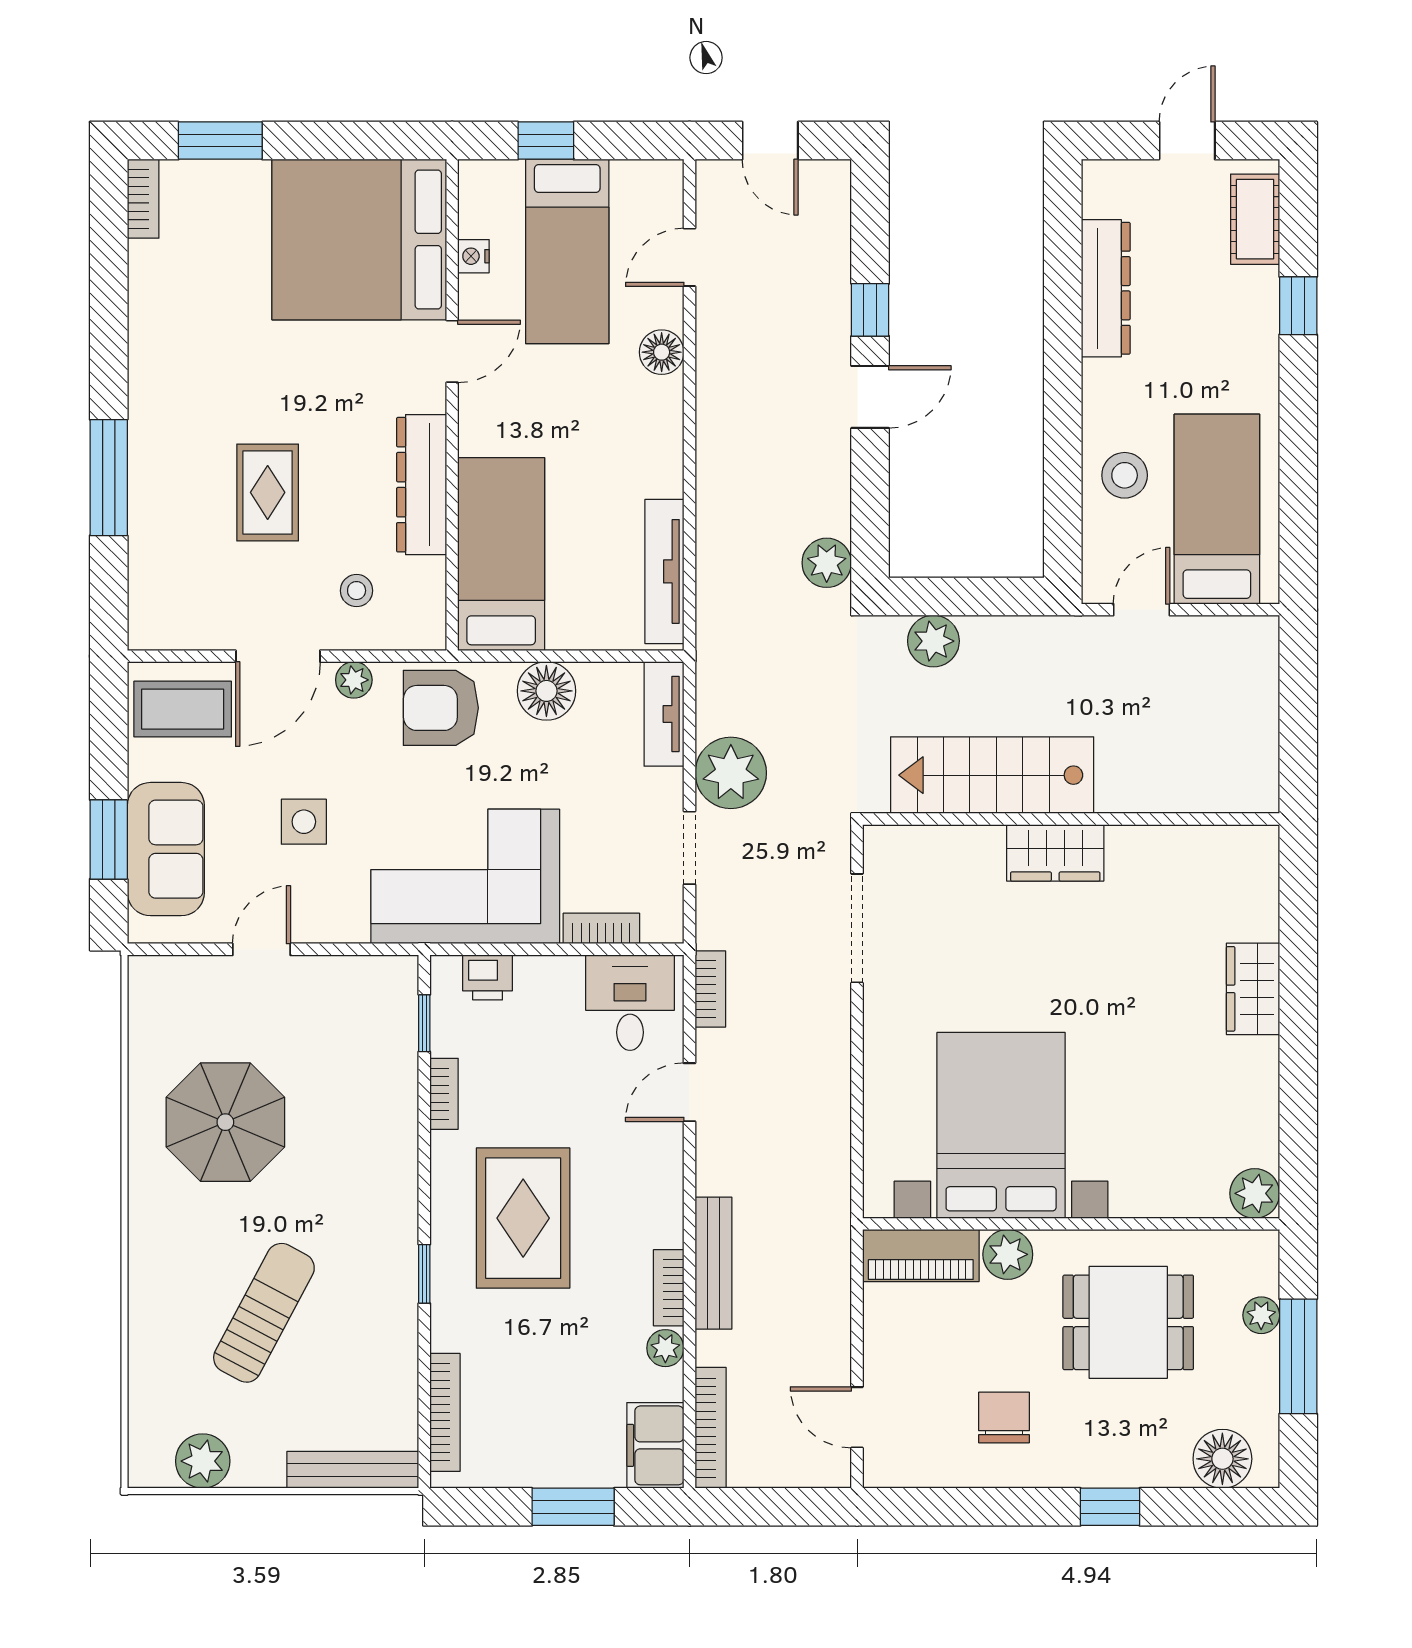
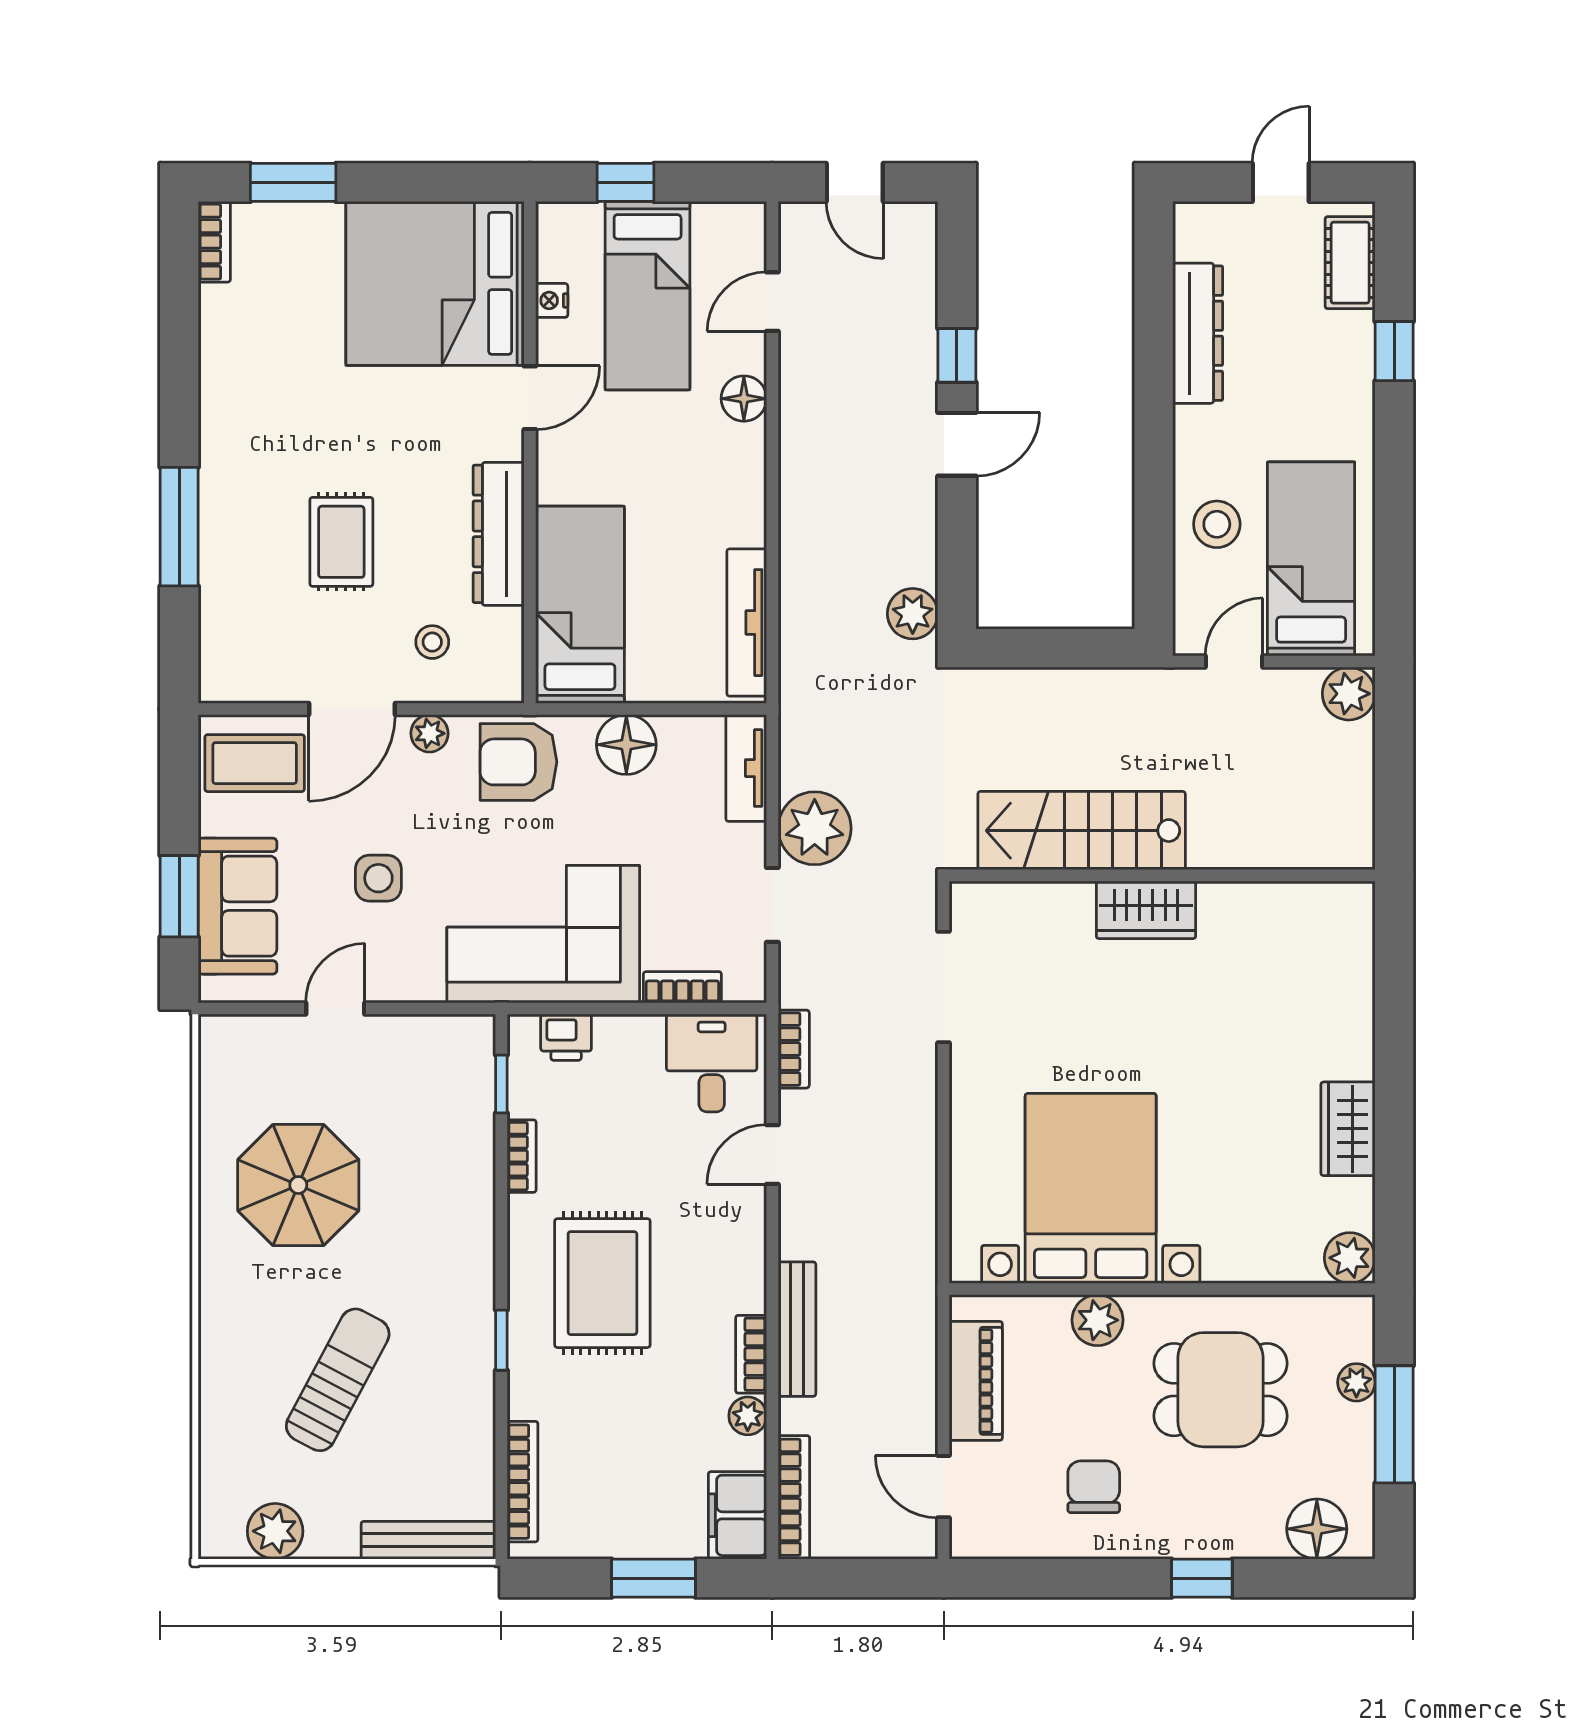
plant: (933, 641) -> (1349, 694), moved
wardrobe: (1253, 989) -> (1348, 1129), moved
piano: (921, 1256) -> (976, 1381), moved, turned -90

